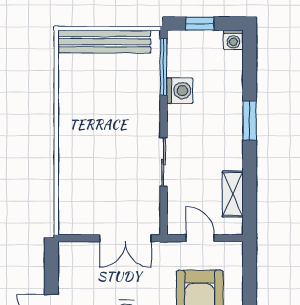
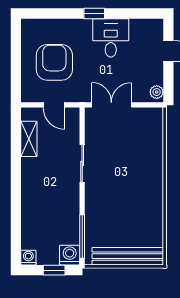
washing machine: (180, 91) -> (70, 255), moved, turned 90
window: (250, 121) -> (16, 195), removed
plant: (67, 255) -> (157, 92), added

